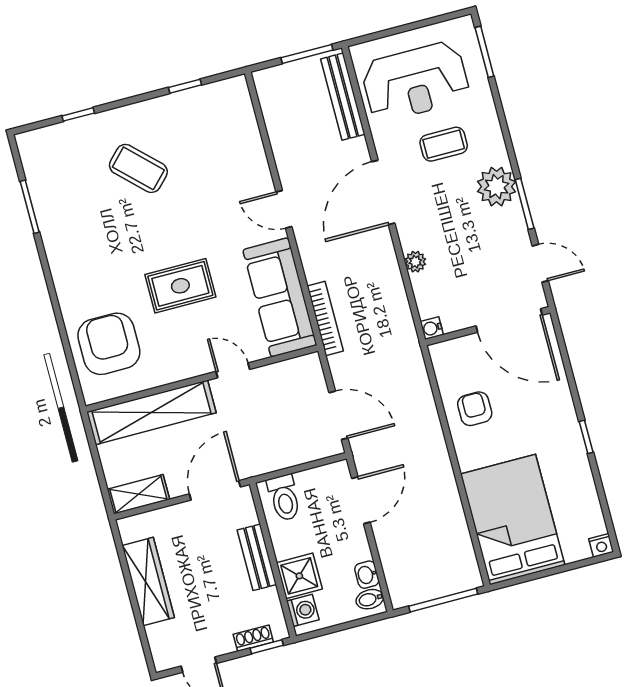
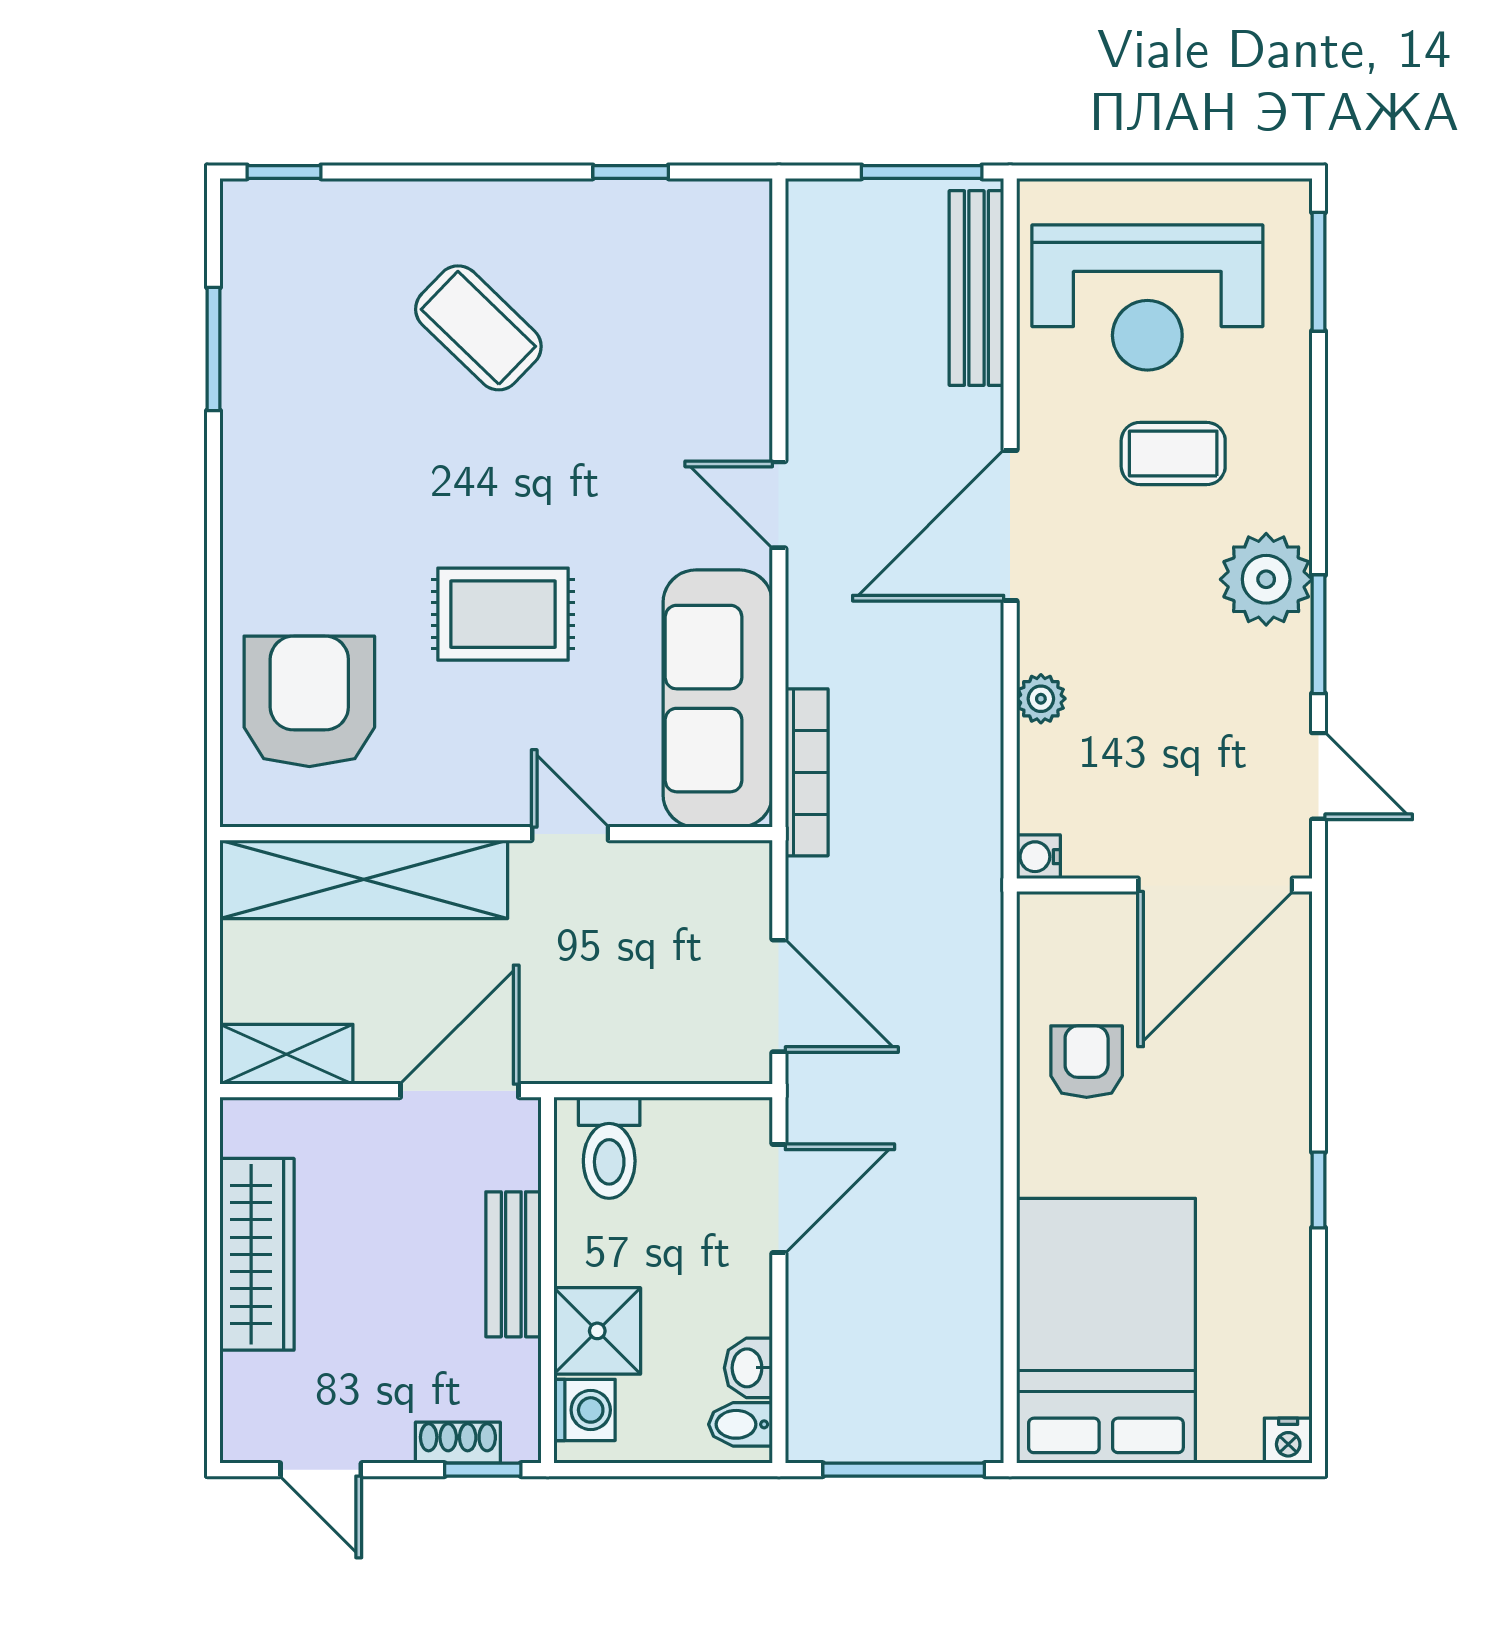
window: (78, 114) -> (284, 172), moved
door: (509, 320) -> (1215, 885), hinge flipped

